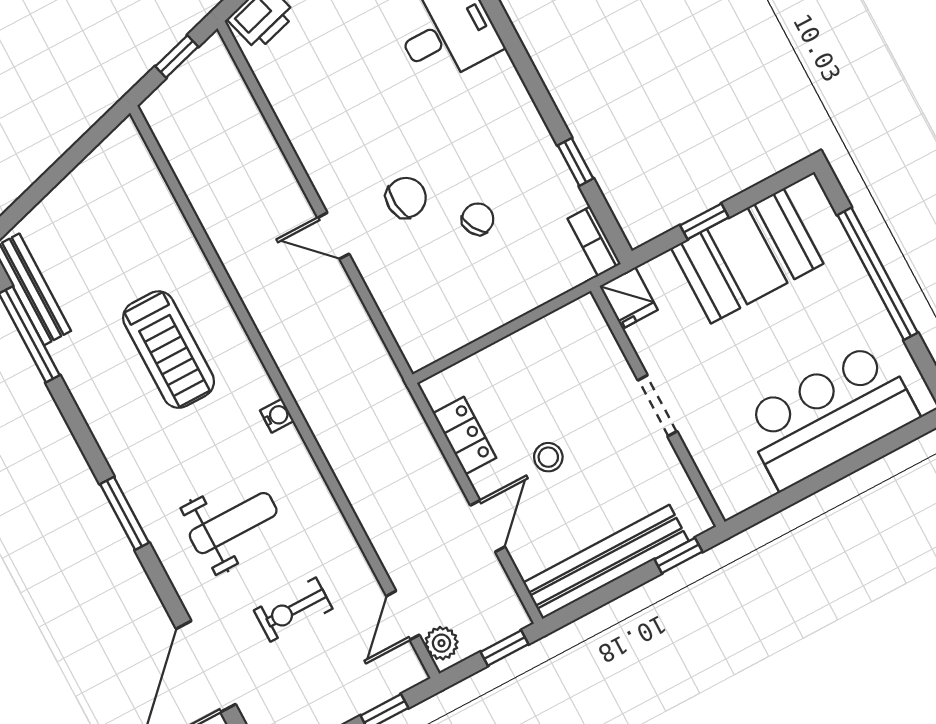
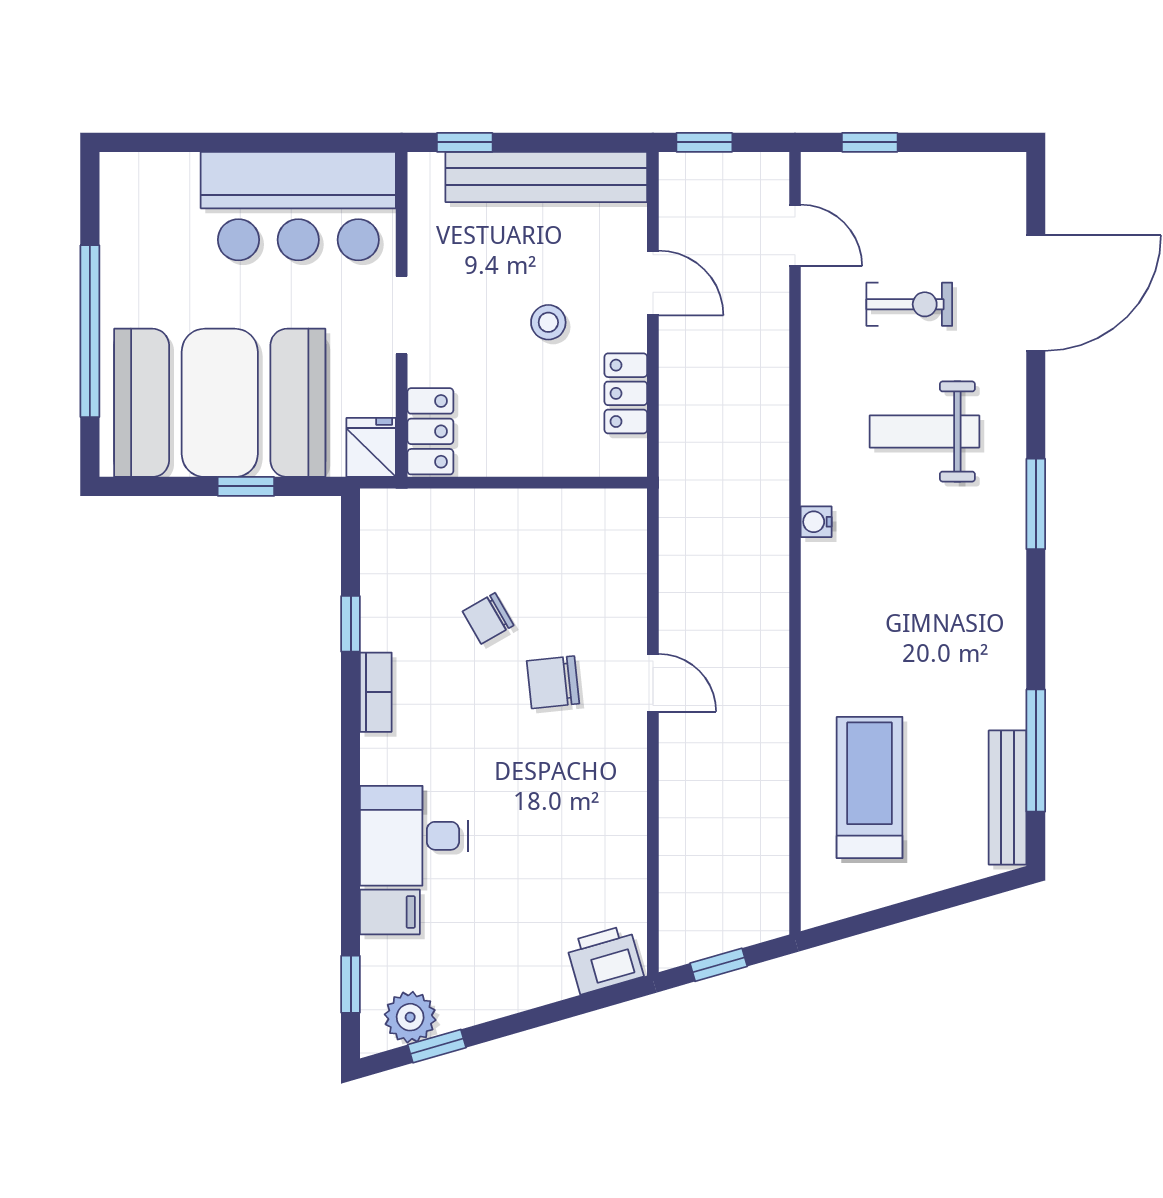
bookcase: (594, 241) -> (376, 692), moved
booth: (747, 256) -> (220, 403), width x1.36, depth x1.42
locker: (592, 332) -> (430, 431), added
treadmill: (169, 350) -> (870, 787), moved
bar counter: (830, 416) -> (298, 206), moved
door: (488, 526) -> (653, 283), swing flipped
door: (403, 615) -> (795, 235), hinge flipped
plant: (441, 643) -> (769, 184), removed

